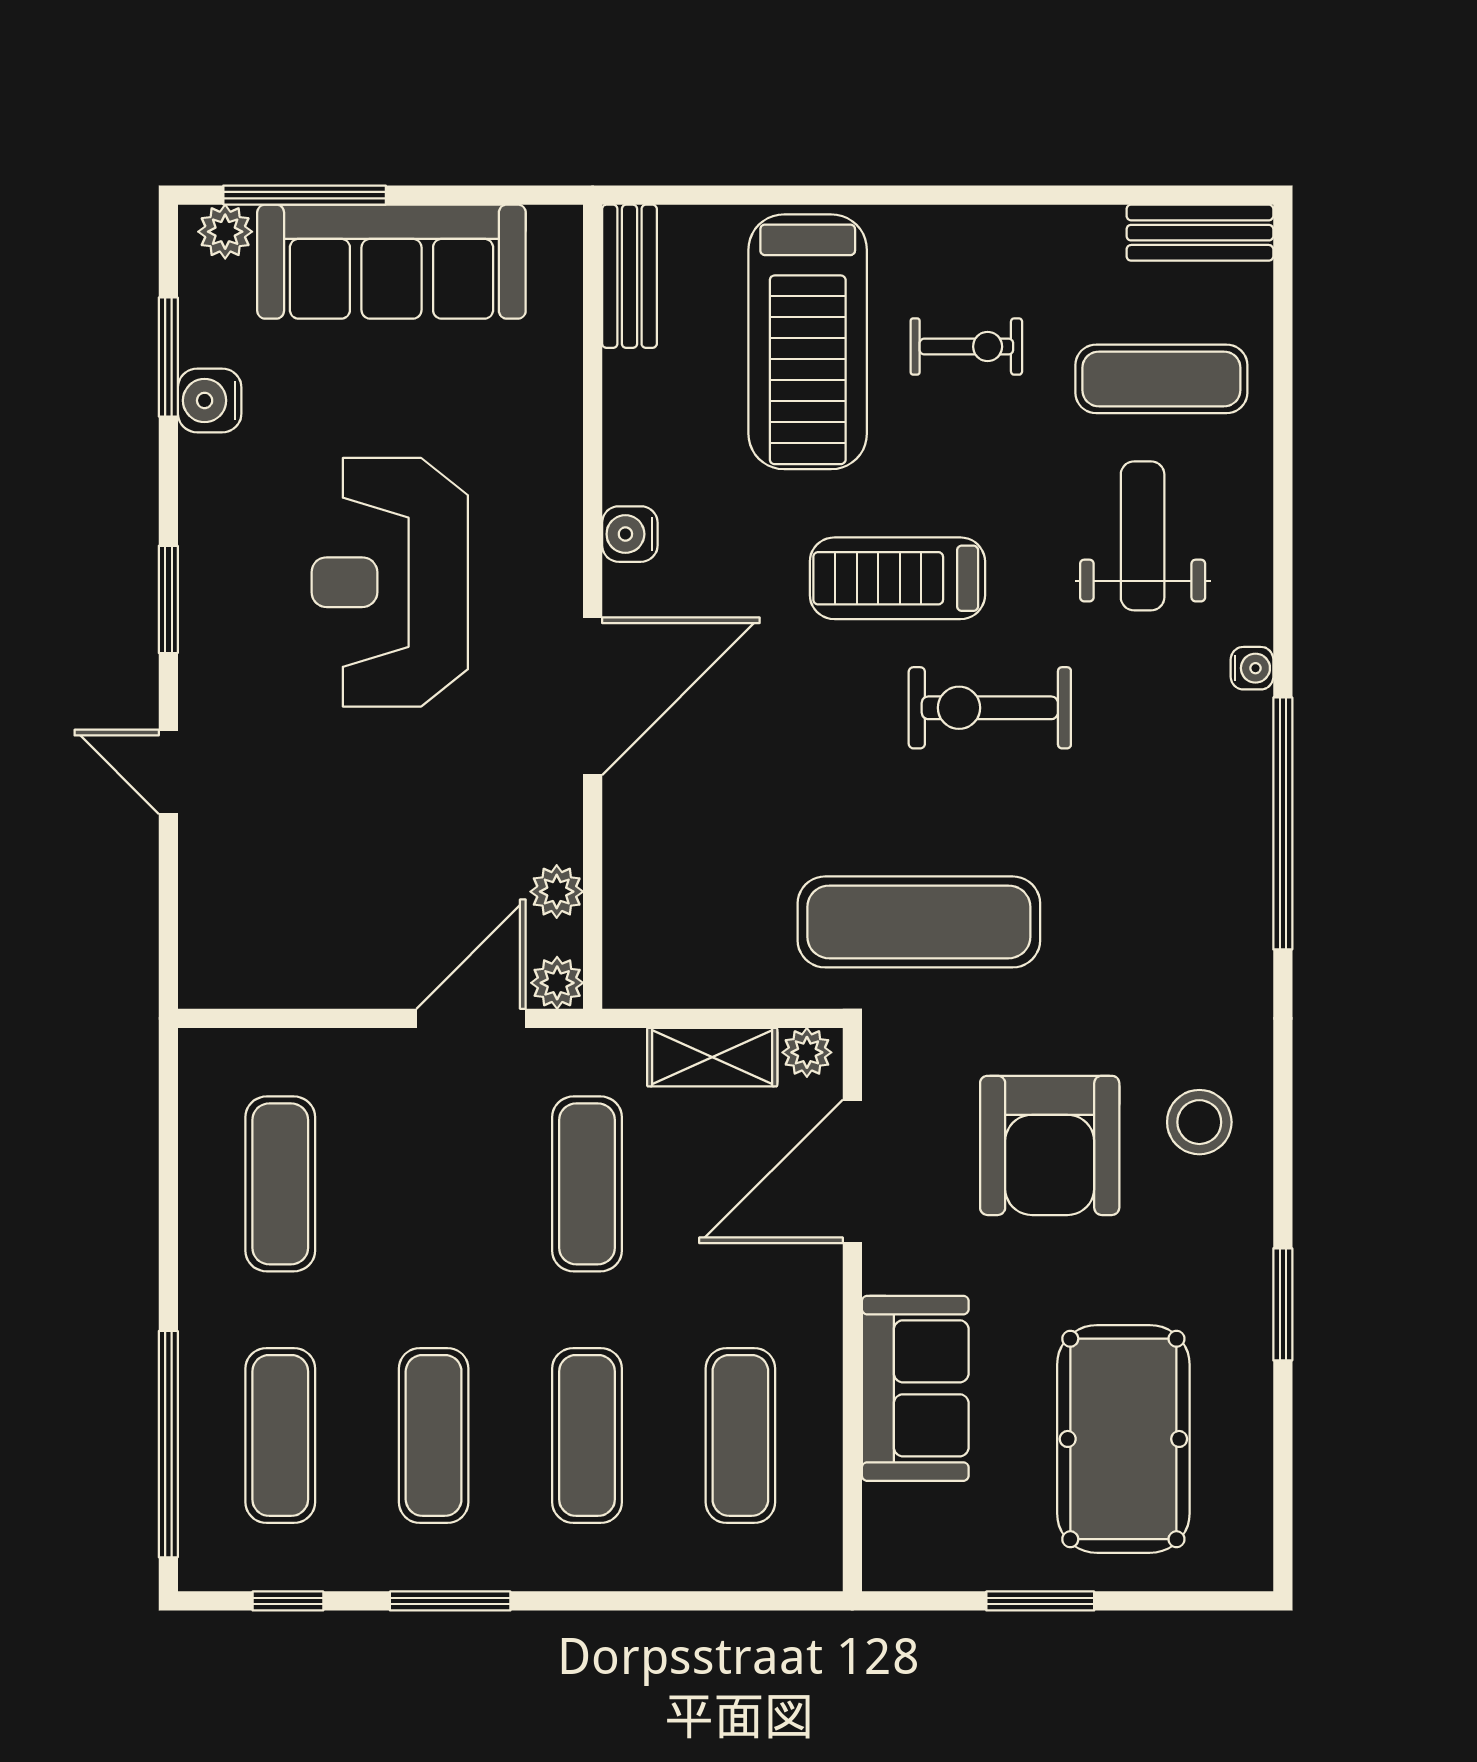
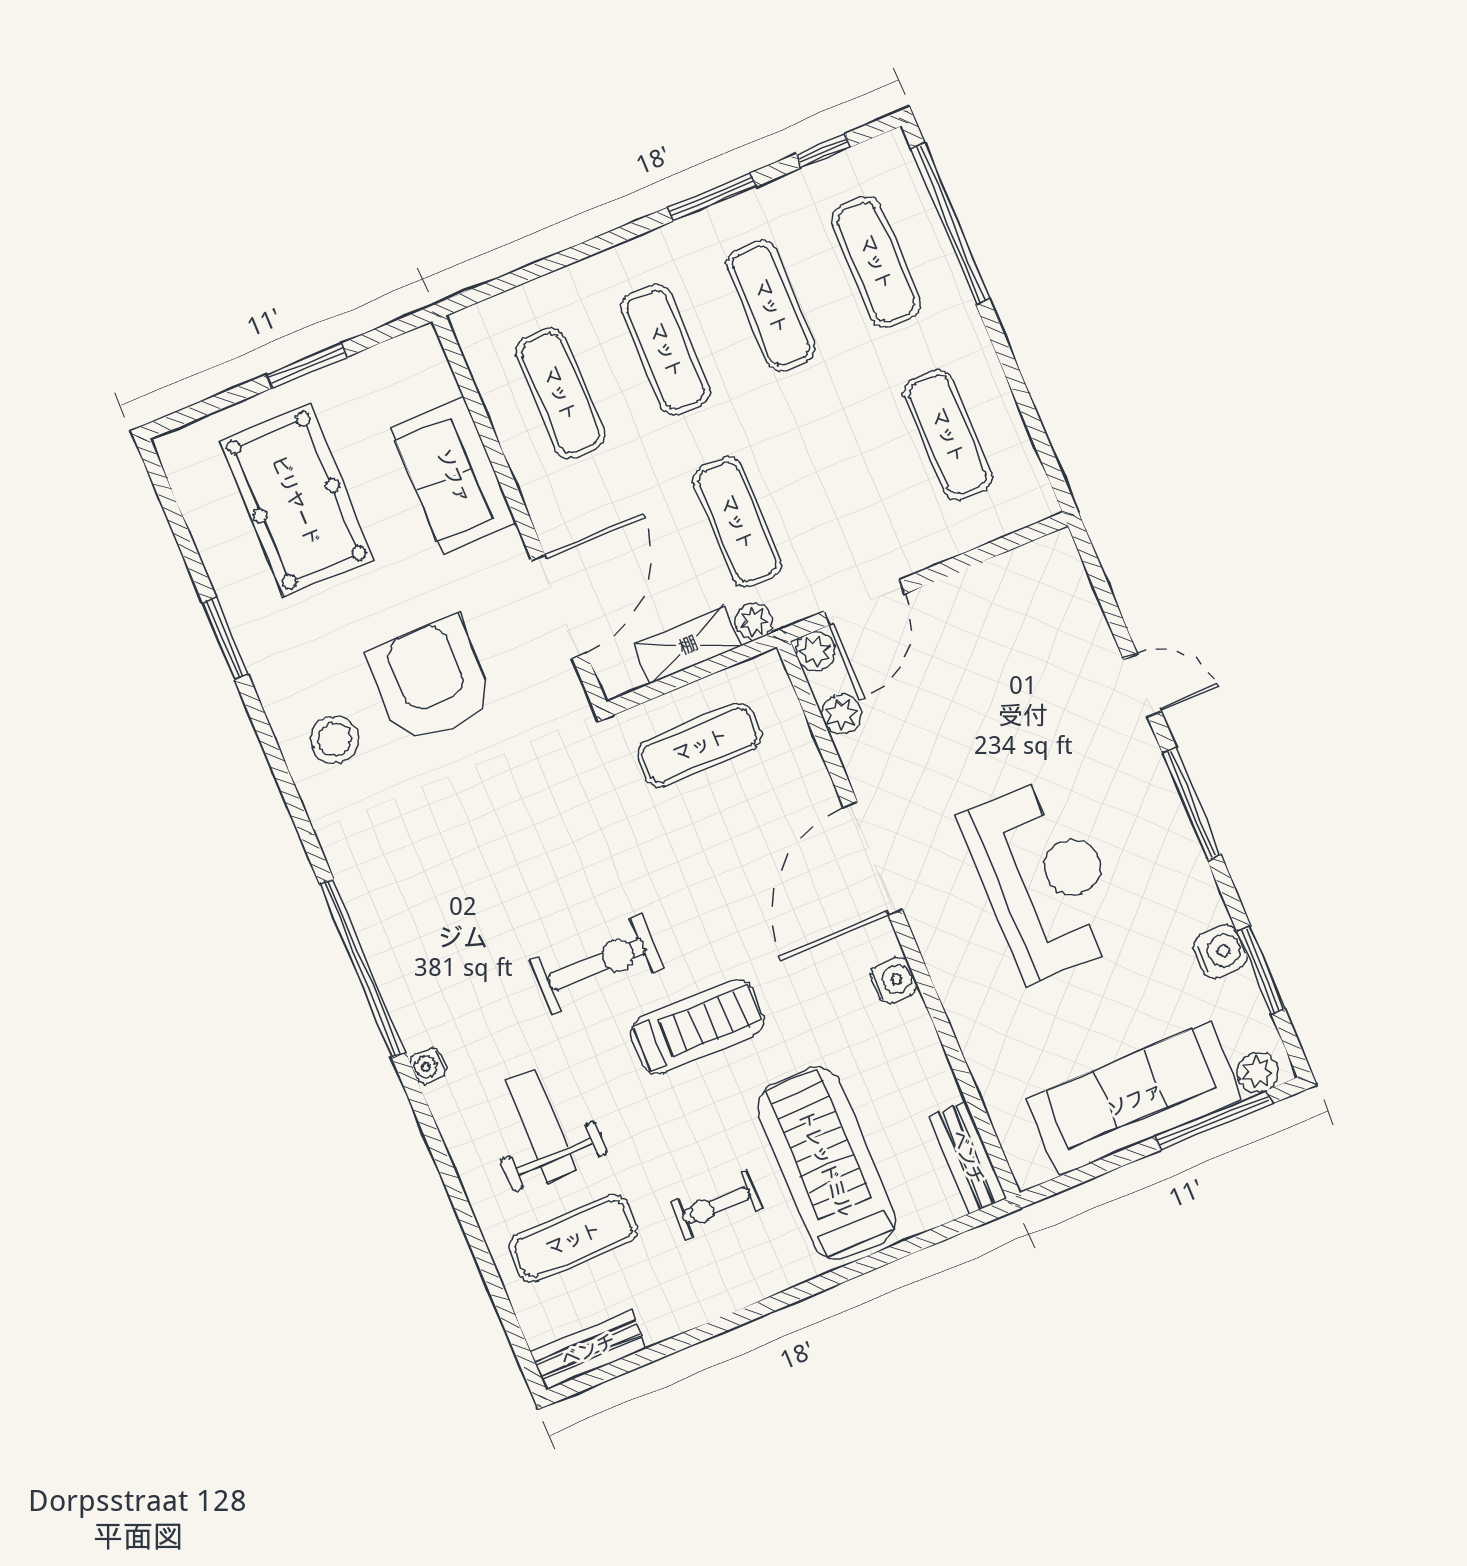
weight bench: (1143, 536) -> (541, 1126), turned 180
window: (168, 599) -> (1192, 804), width x1.44
exercise mat: (919, 922) -> (700, 745), moved, width x0.73, depth x0.69
plant: (807, 1052) -> (754, 621), moved

